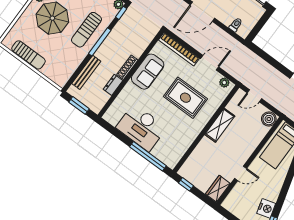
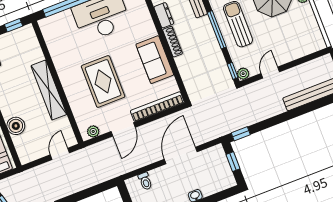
rug: (185, 98) -> (103, 81), turned 90
boiler: (269, 119) -> (16, 126), moved
shelving: (220, 125) -> (49, 90), width x1.47

